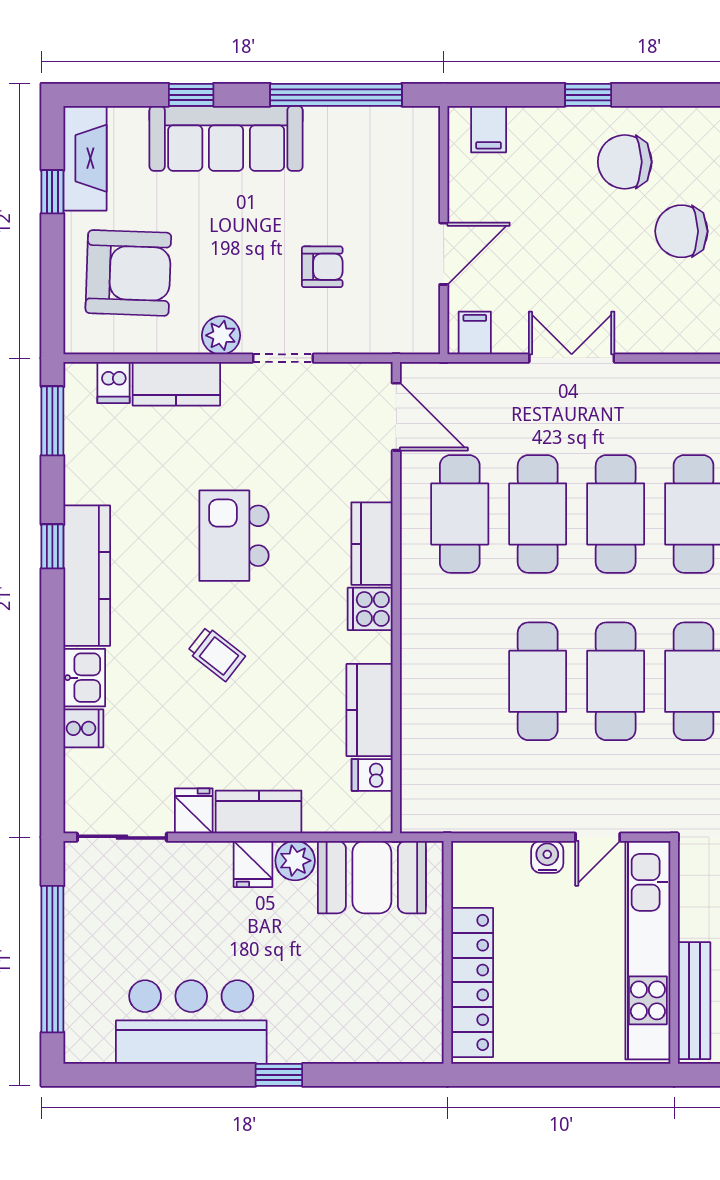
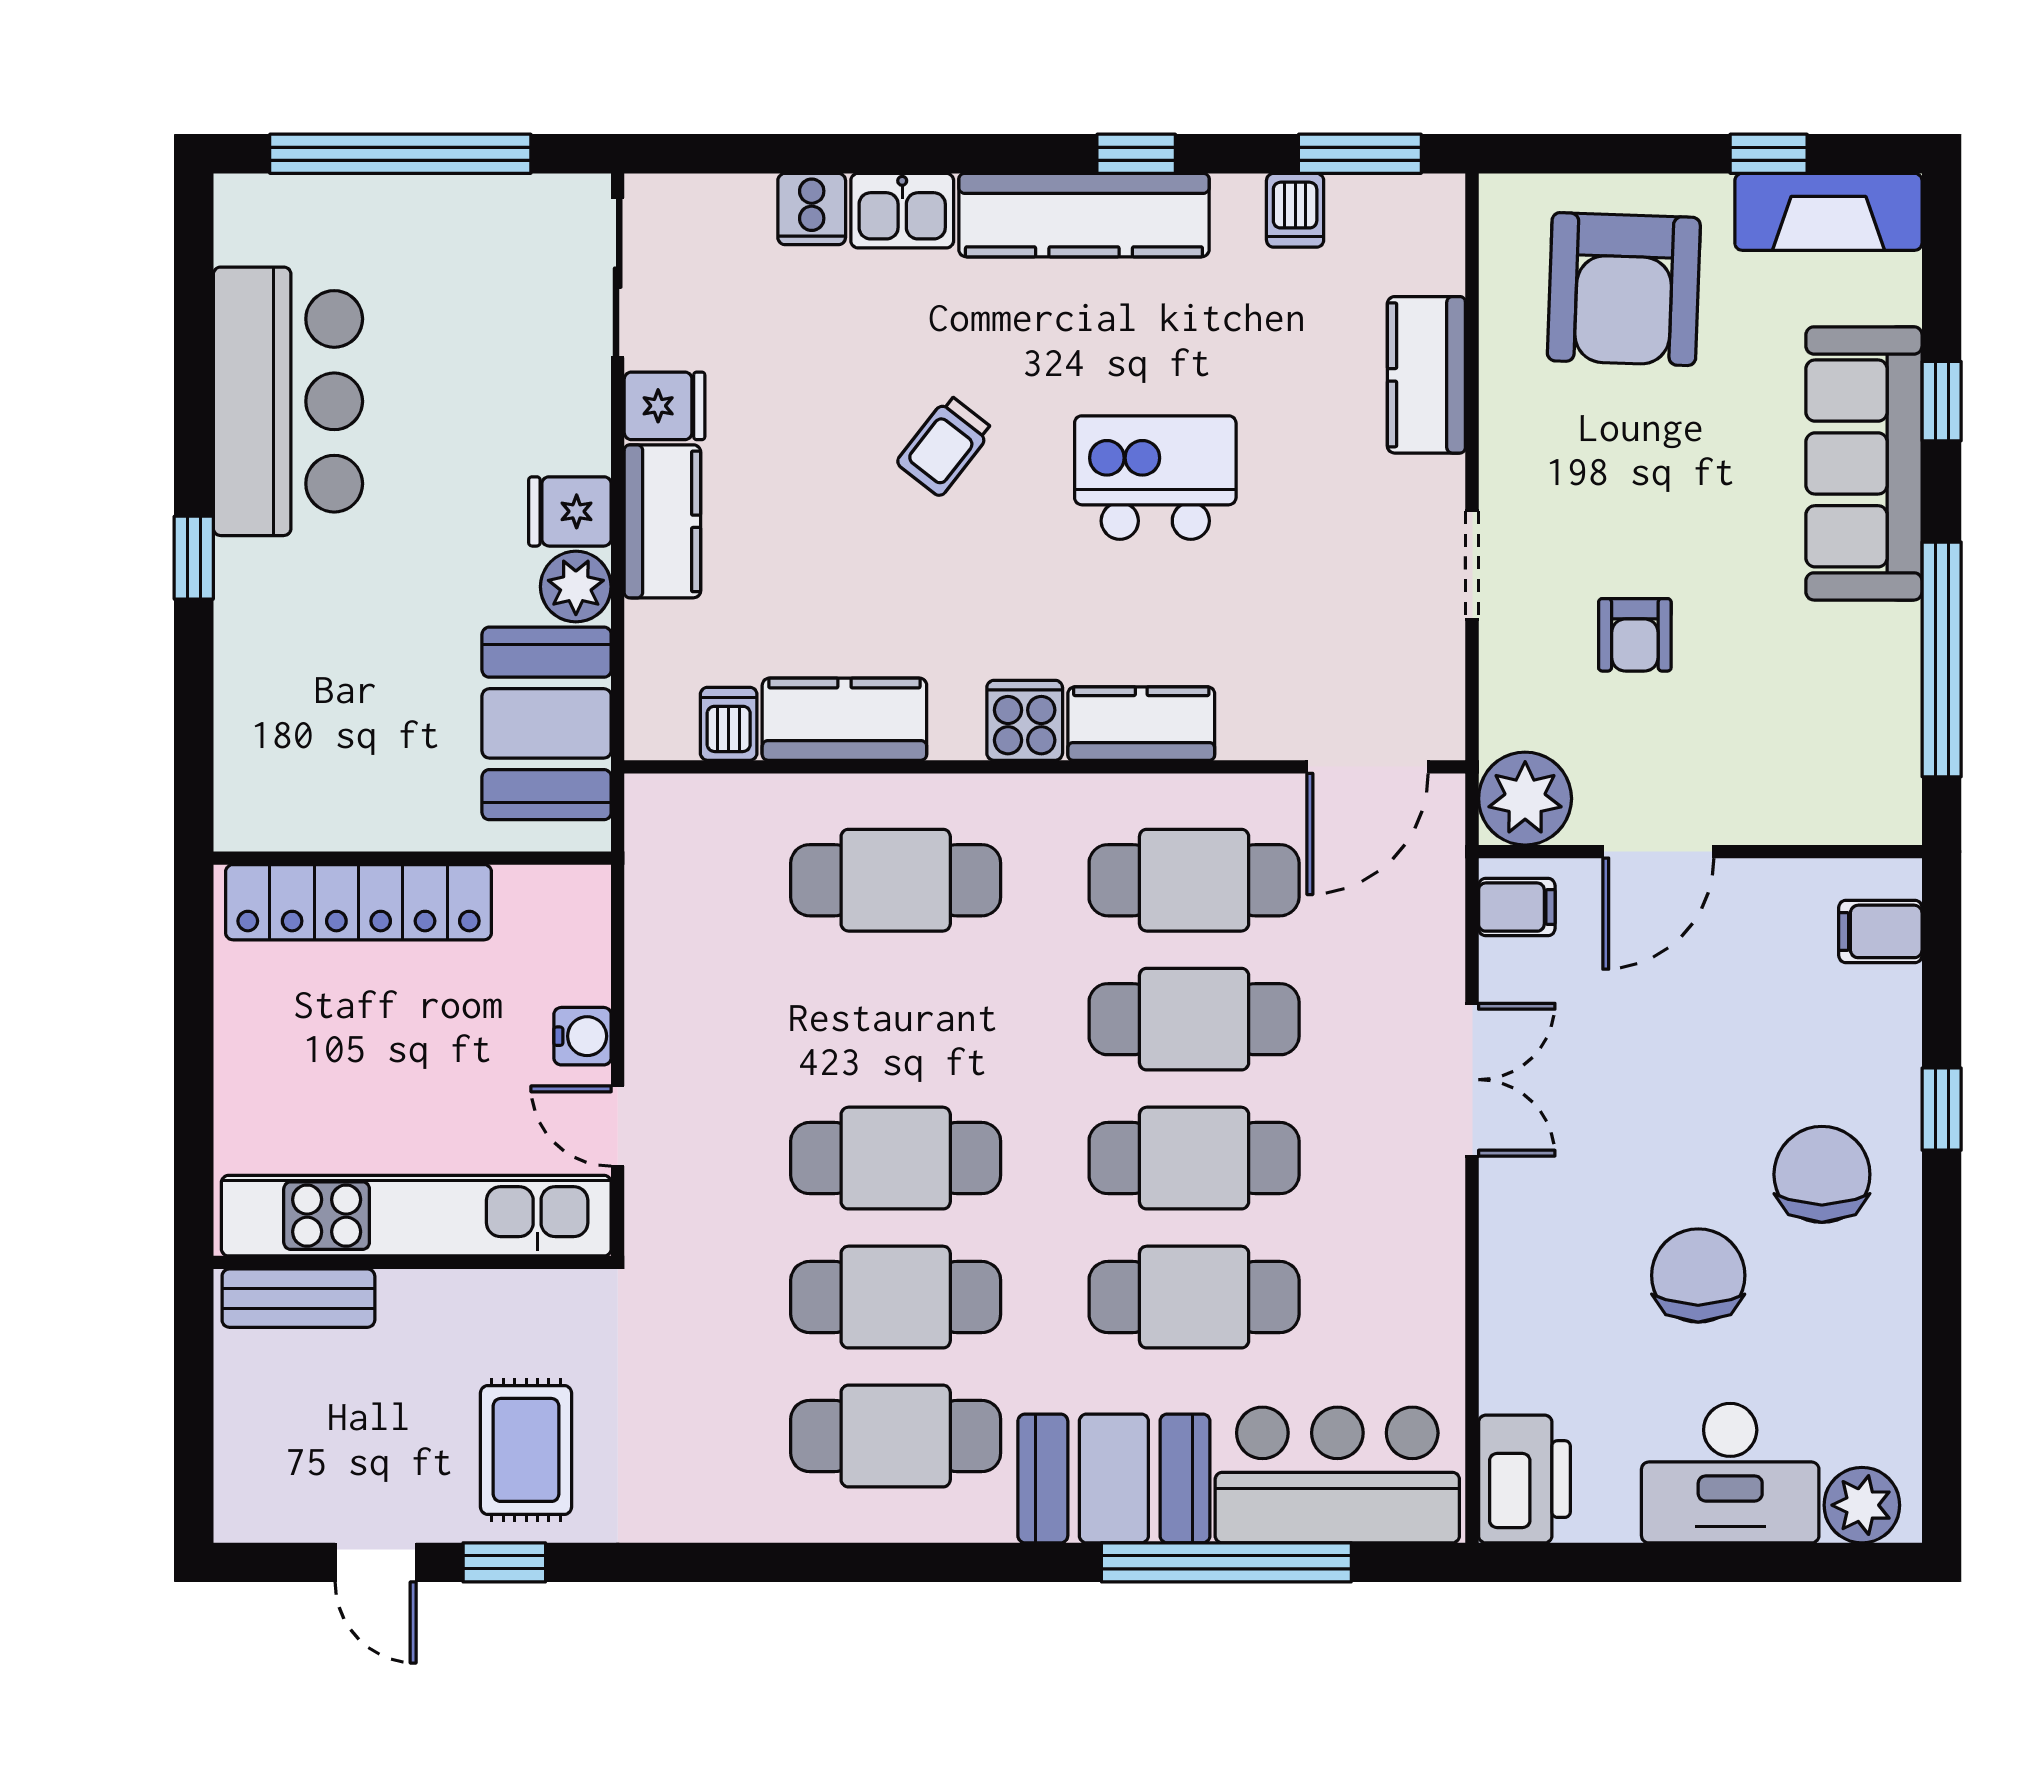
door: (444, 254) -> (1658, 852), hinge flipped
plant: (221, 335) -> (1525, 799), moved, width x1.36, depth x1.36
dishwasher: (114, 382) -> (1295, 210), moved, turned -90
cafe table: (538, 681) -> (896, 880), moved
bench: (694, 1001) -> (298, 1298), width x0.73

